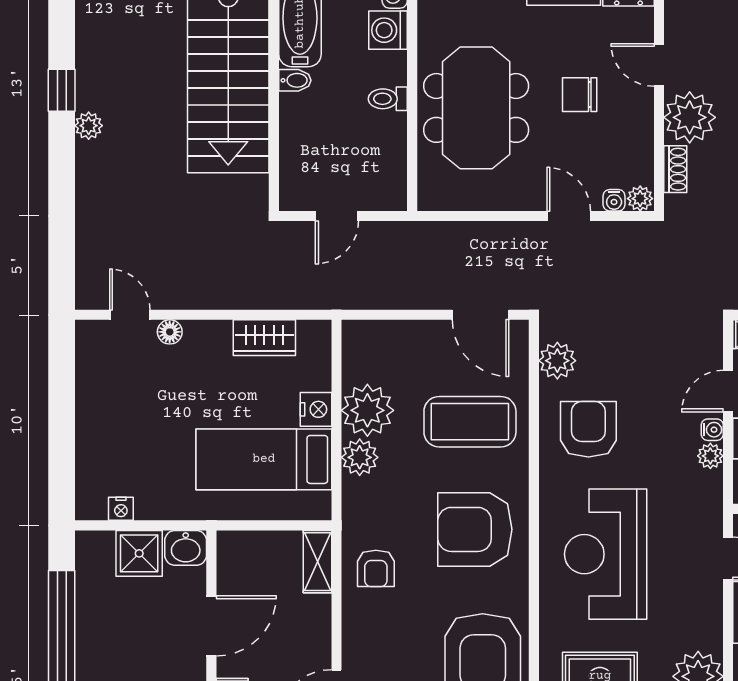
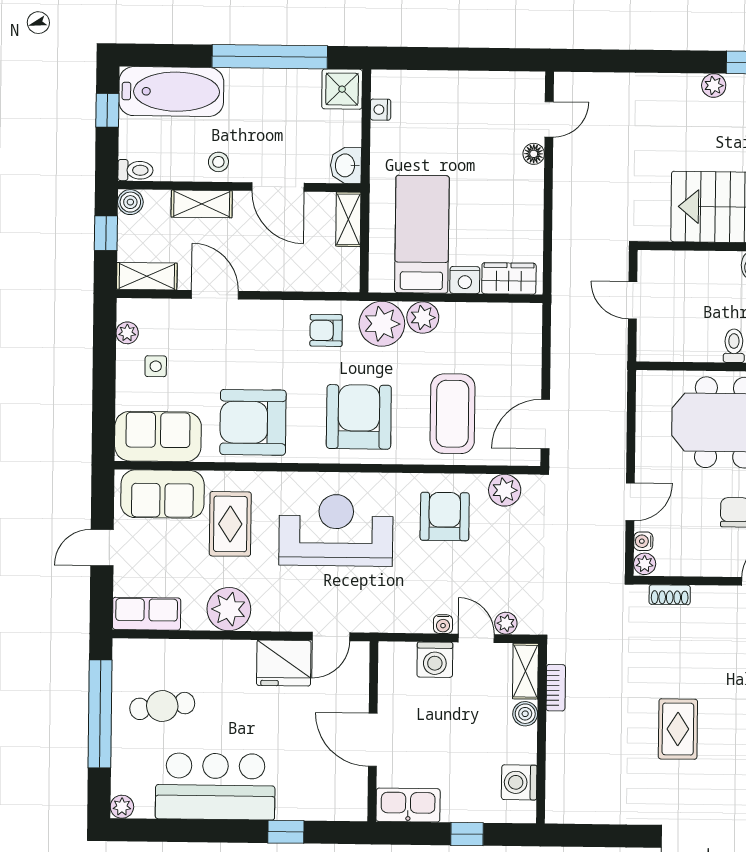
plant: (690, 117) -> (715, 608), removed
wardrobe: (264, 338) -> (509, 278), moved, turned 90
plant: (367, 410) -> (382, 324), moved
armchair: (588, 429) -> (445, 517), turned -90
plant: (710, 456) -> (506, 623), moved
shower: (139, 553) -> (342, 89), moved
shelving: (317, 562) -> (348, 219), moved, turned 90

